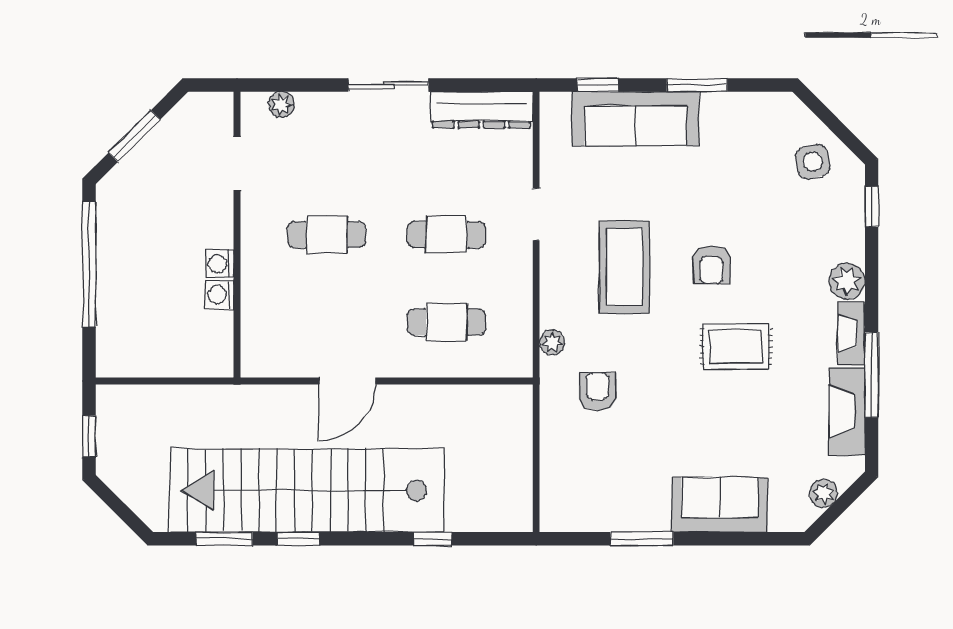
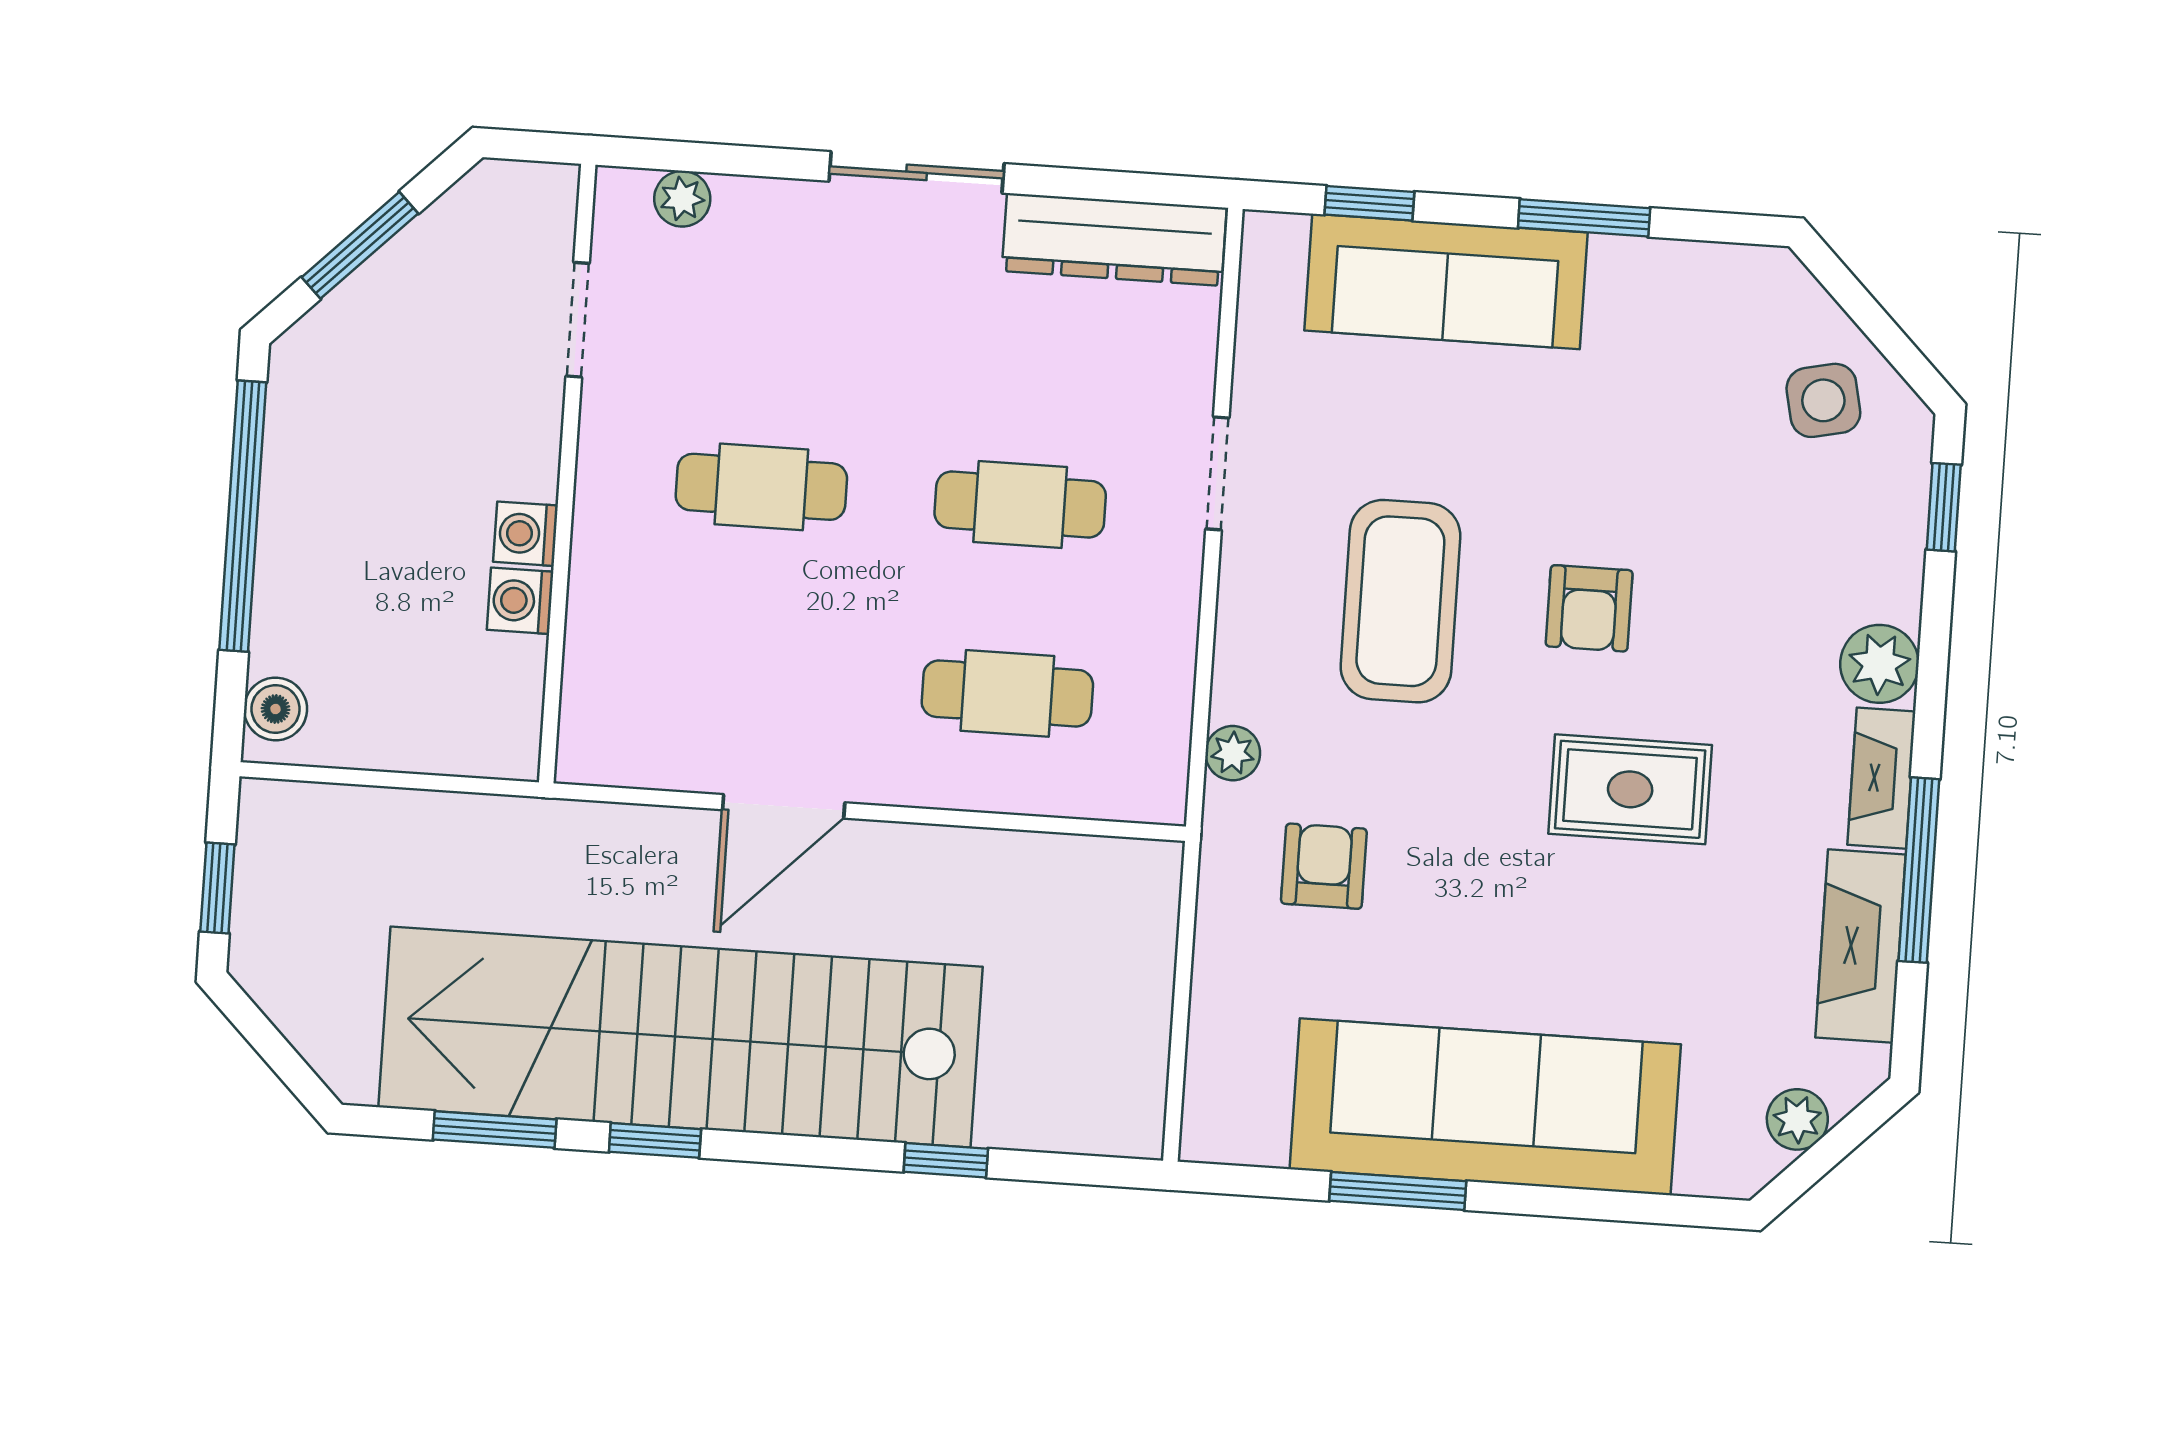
boiler: (110, 352) -> (276, 709), added
sofa: (720, 505) -> (1485, 1107), width x1.85, depth x1.27

